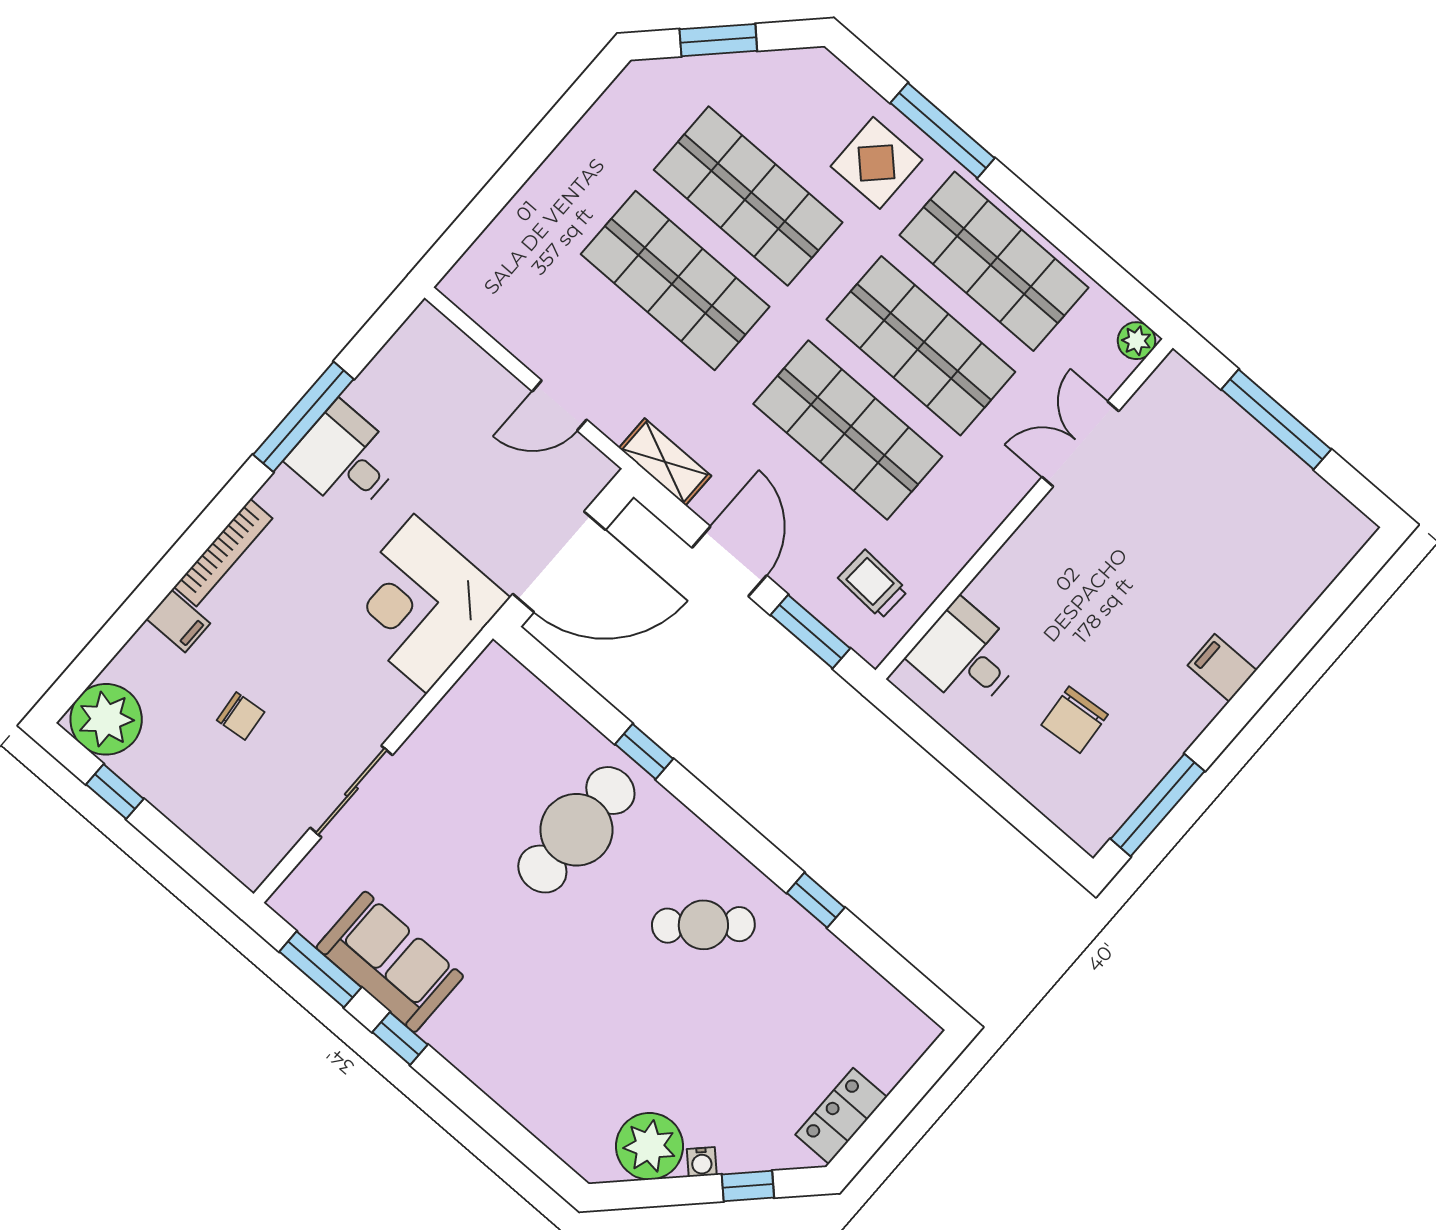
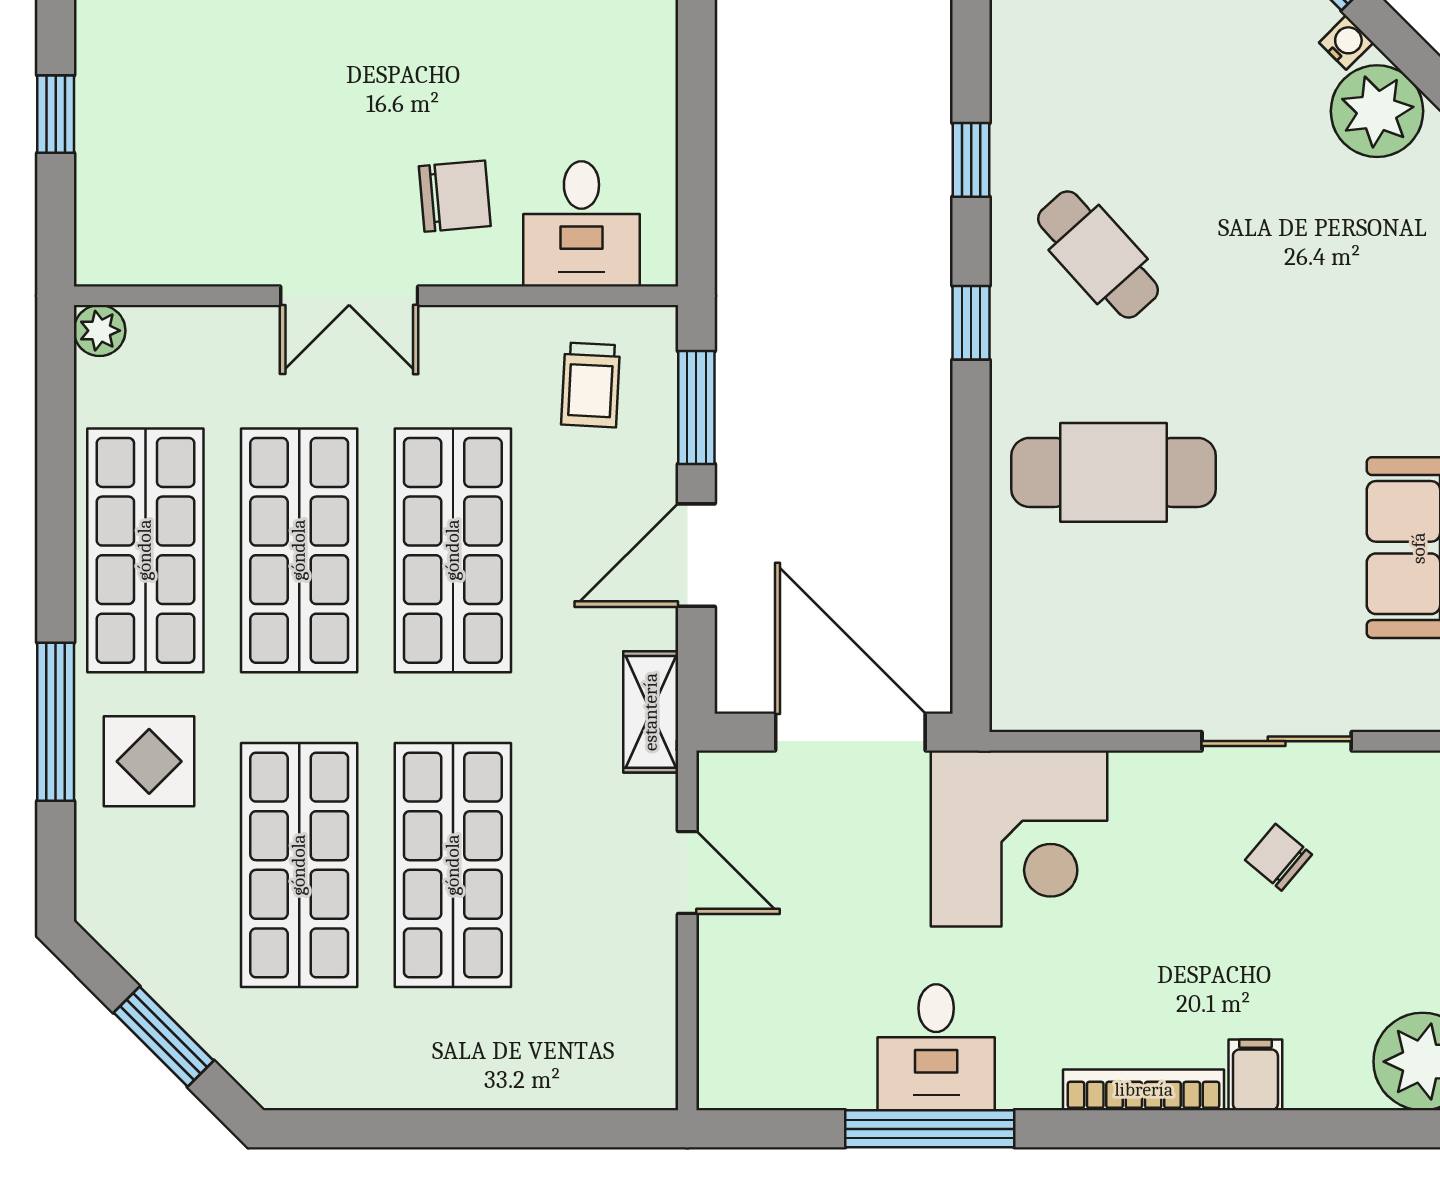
window: (1276, 419) -> (56, 114), width x0.46
double door: (1080, 444) -> (349, 296), moved
chair: (241, 716) -> (1278, 857), moved, turned -44
chair: (1075, 720) -> (455, 196), moved
window: (644, 751) -> (971, 323), moved

